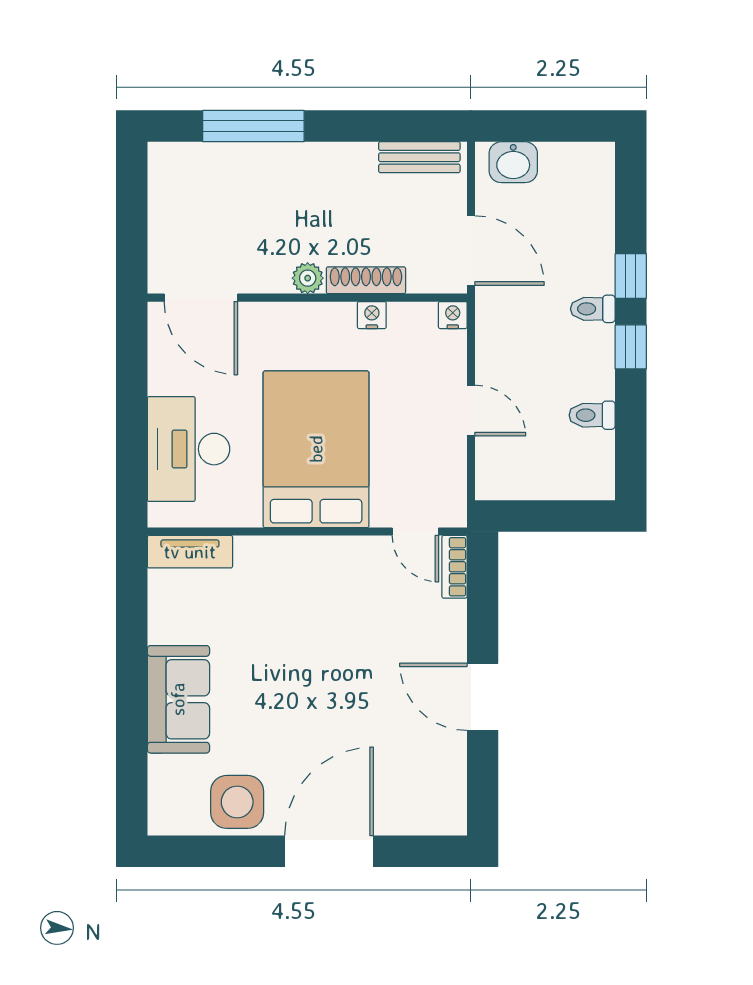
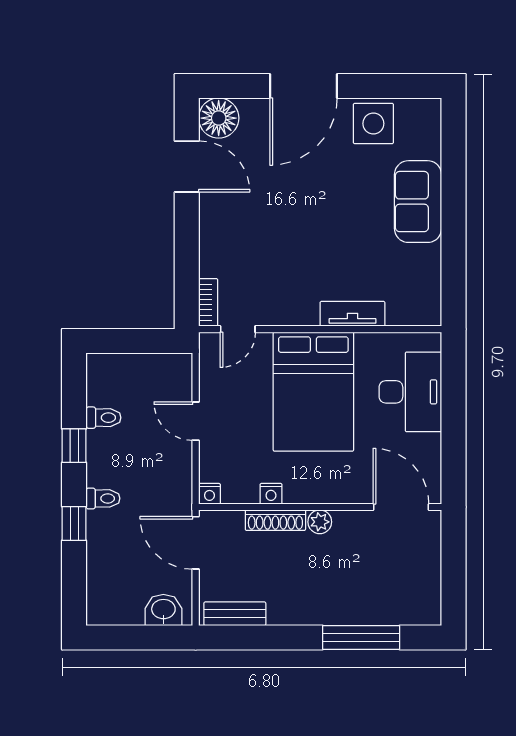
window: (631, 347) -> (74, 446), moved
door: (415, 532) -> (238, 329), swing flipped
tv unit: (190, 552) -> (352, 314), moved
door: (483, 697) -> (187, 166), moved
floor lamp: (441, 809) -> (219, 118), added

